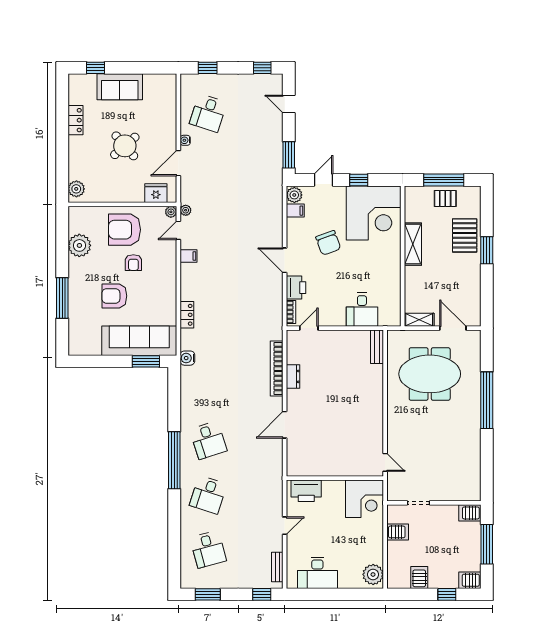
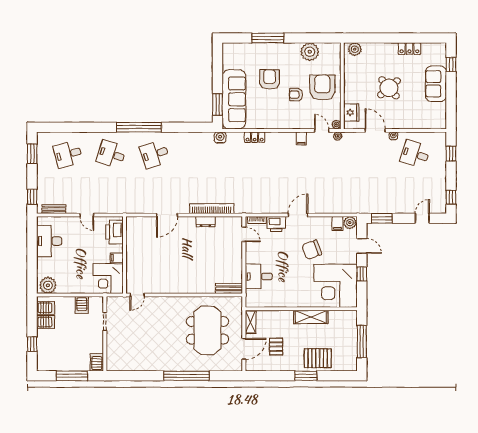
pallet: (445, 198) -> (276, 347), moved
door: (285, 425) -> (167, 215), swing flipped
filing cabinet: (338, 488) -> (117, 258), added
server rack: (470, 580) -> (46, 308), moved, turned 90

